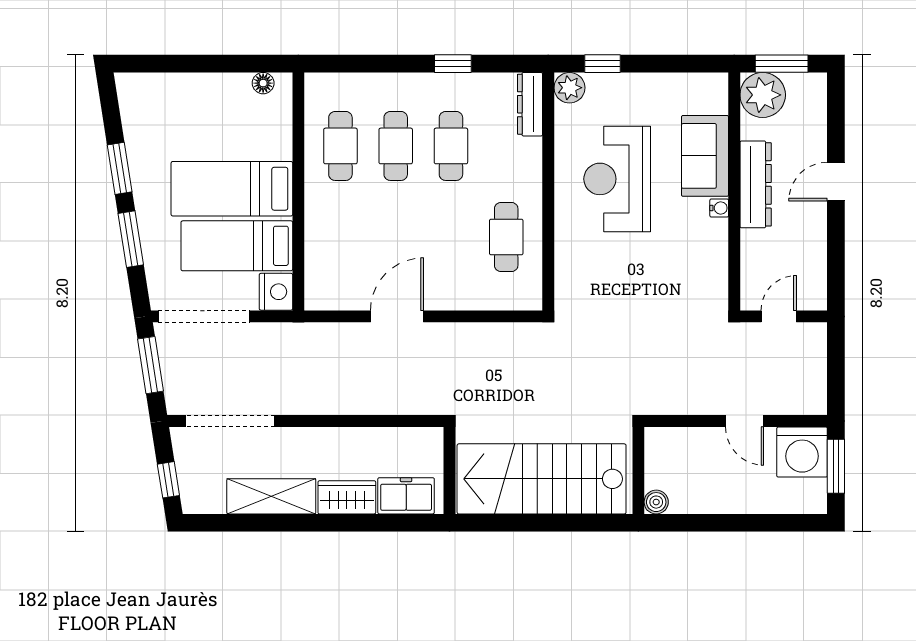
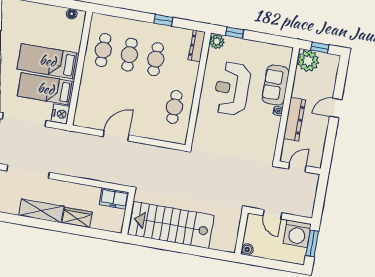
window: (782, 64) -> (320, 47), width x0.67
dresser: (756, 184) -> (294, 119), moved
wall: (638, 470) -> (241, 233), moved
freezer: (406, 496) -> (114, 198), moved, turned 180
boiler: (656, 502) -> (247, 250), moved

